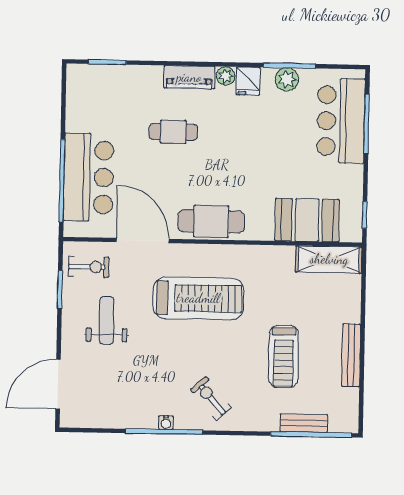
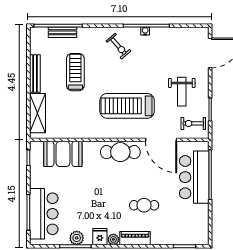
shelving: (329, 259) -> (38, 113), moved, turned 90

